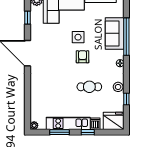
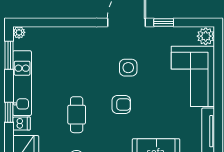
window: (28, 18) -> (164, 23), moved
side table: (78, 37) -> (128, 68), moved
window: (60, 132) -> (9, 55), moved

